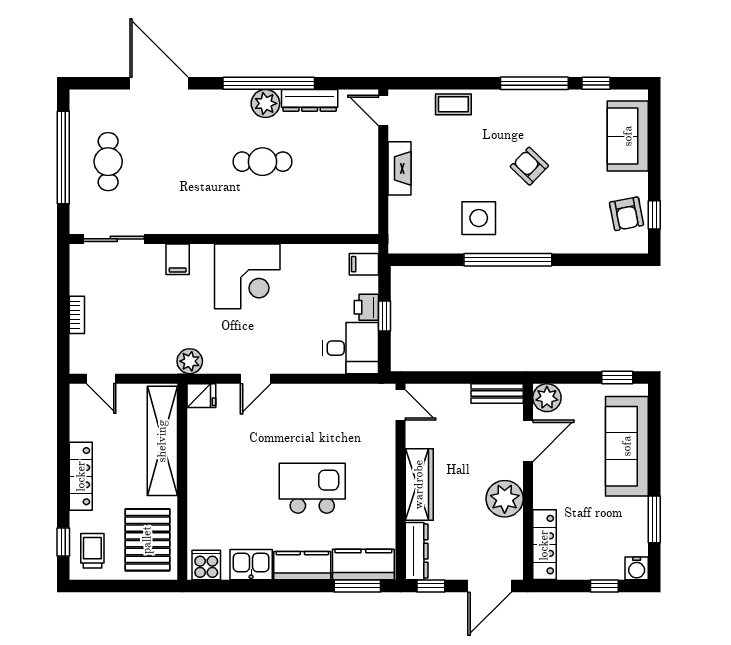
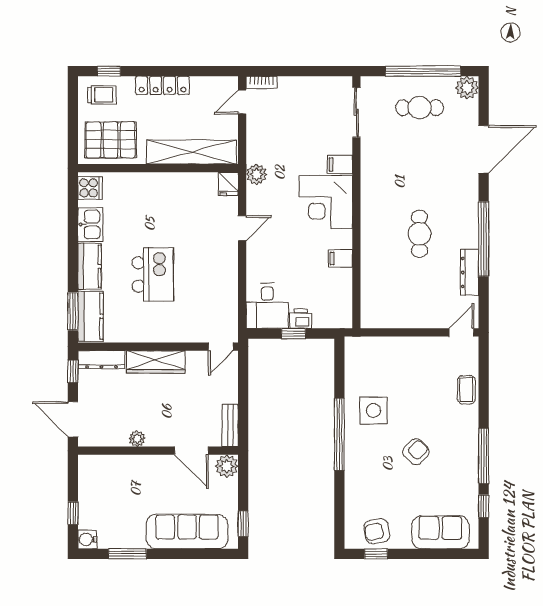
plant: (265, 103) -> (467, 88), moved
fireplace: (400, 168) -> (414, 346), removed
filing cabinet: (364, 264) -> (341, 258), moved, turned -90
corner desk: (247, 276) -> (326, 202), moved
bookcase: (77, 315) -> (262, 82), moved
door: (256, 379) -> (242, 228), swing flipped
plant: (505, 499) -> (137, 439), width x0.53, depth x0.53
locker: (544, 545) -> (107, 464), removed

